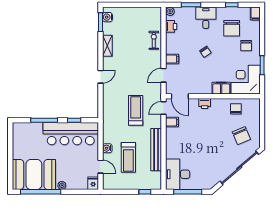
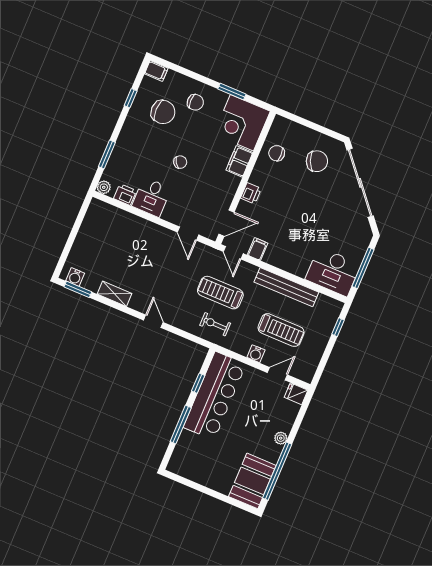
desk: (206, 18) -> (152, 197), moved, turned -90
exercise bike: (154, 40) -> (215, 324), moved
filing cabinet: (172, 59) -> (171, 212), removed
booth: (34, 174) -> (252, 481), width x0.73, depth x0.70

